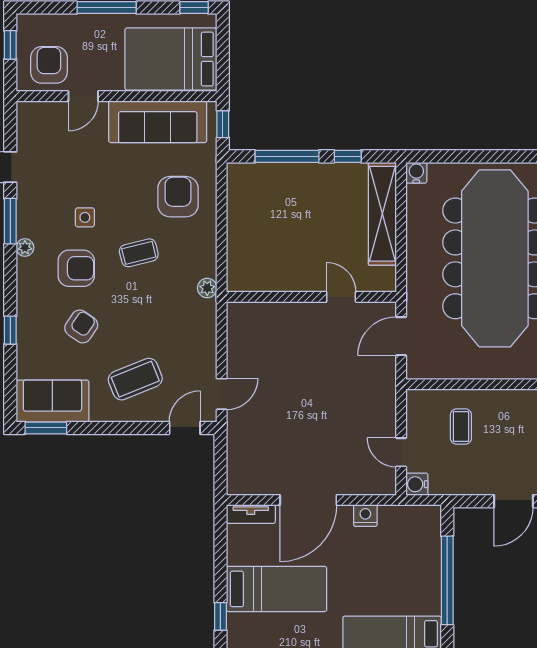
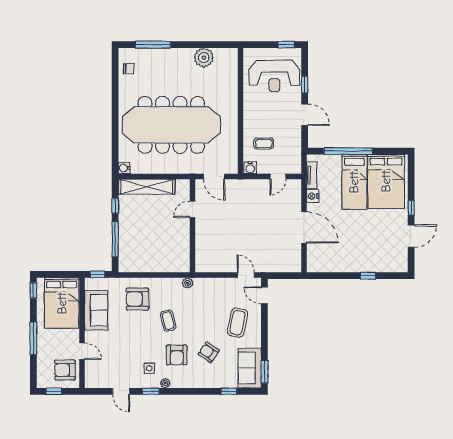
sofa: (158, 122) -> (96, 310), width x0.73
side table: (85, 217) -> (149, 368), moved
window: (10, 221) -> (151, 391), width x0.67
armchair: (76, 268) -> (177, 355), turned 180
window: (10, 330) -> (229, 391), moved
coffee table: (135, 379) -> (238, 323), turned 34
water cooler: (417, 484) -> (250, 168), moved
tv unit: (251, 514) -> (312, 175), moved
bed: (277, 589) -> (354, 182), moved, turned 180

